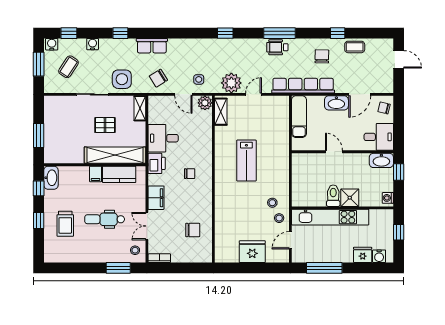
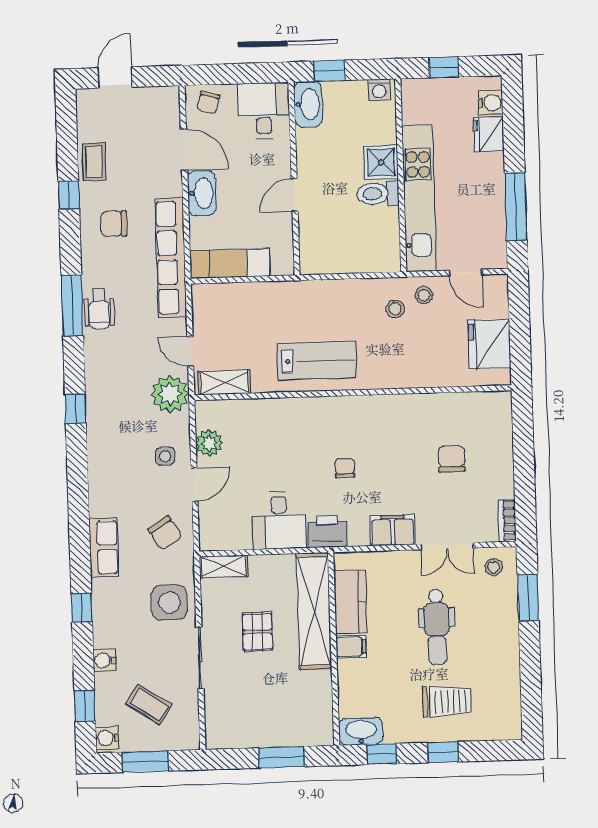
shelving: (221, 112) -> (224, 383), moved
wall: (213, 179) -> (353, 393), moved

